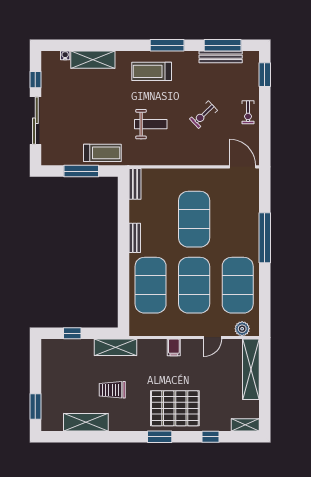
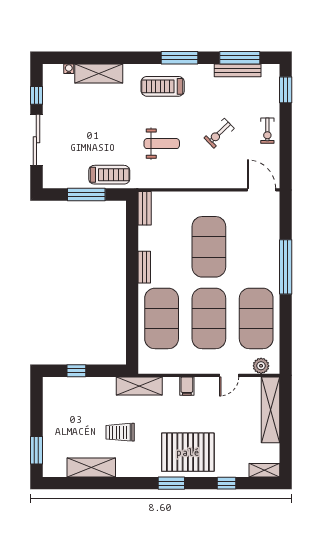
shelving: (116, 347) -> (139, 386), moved

